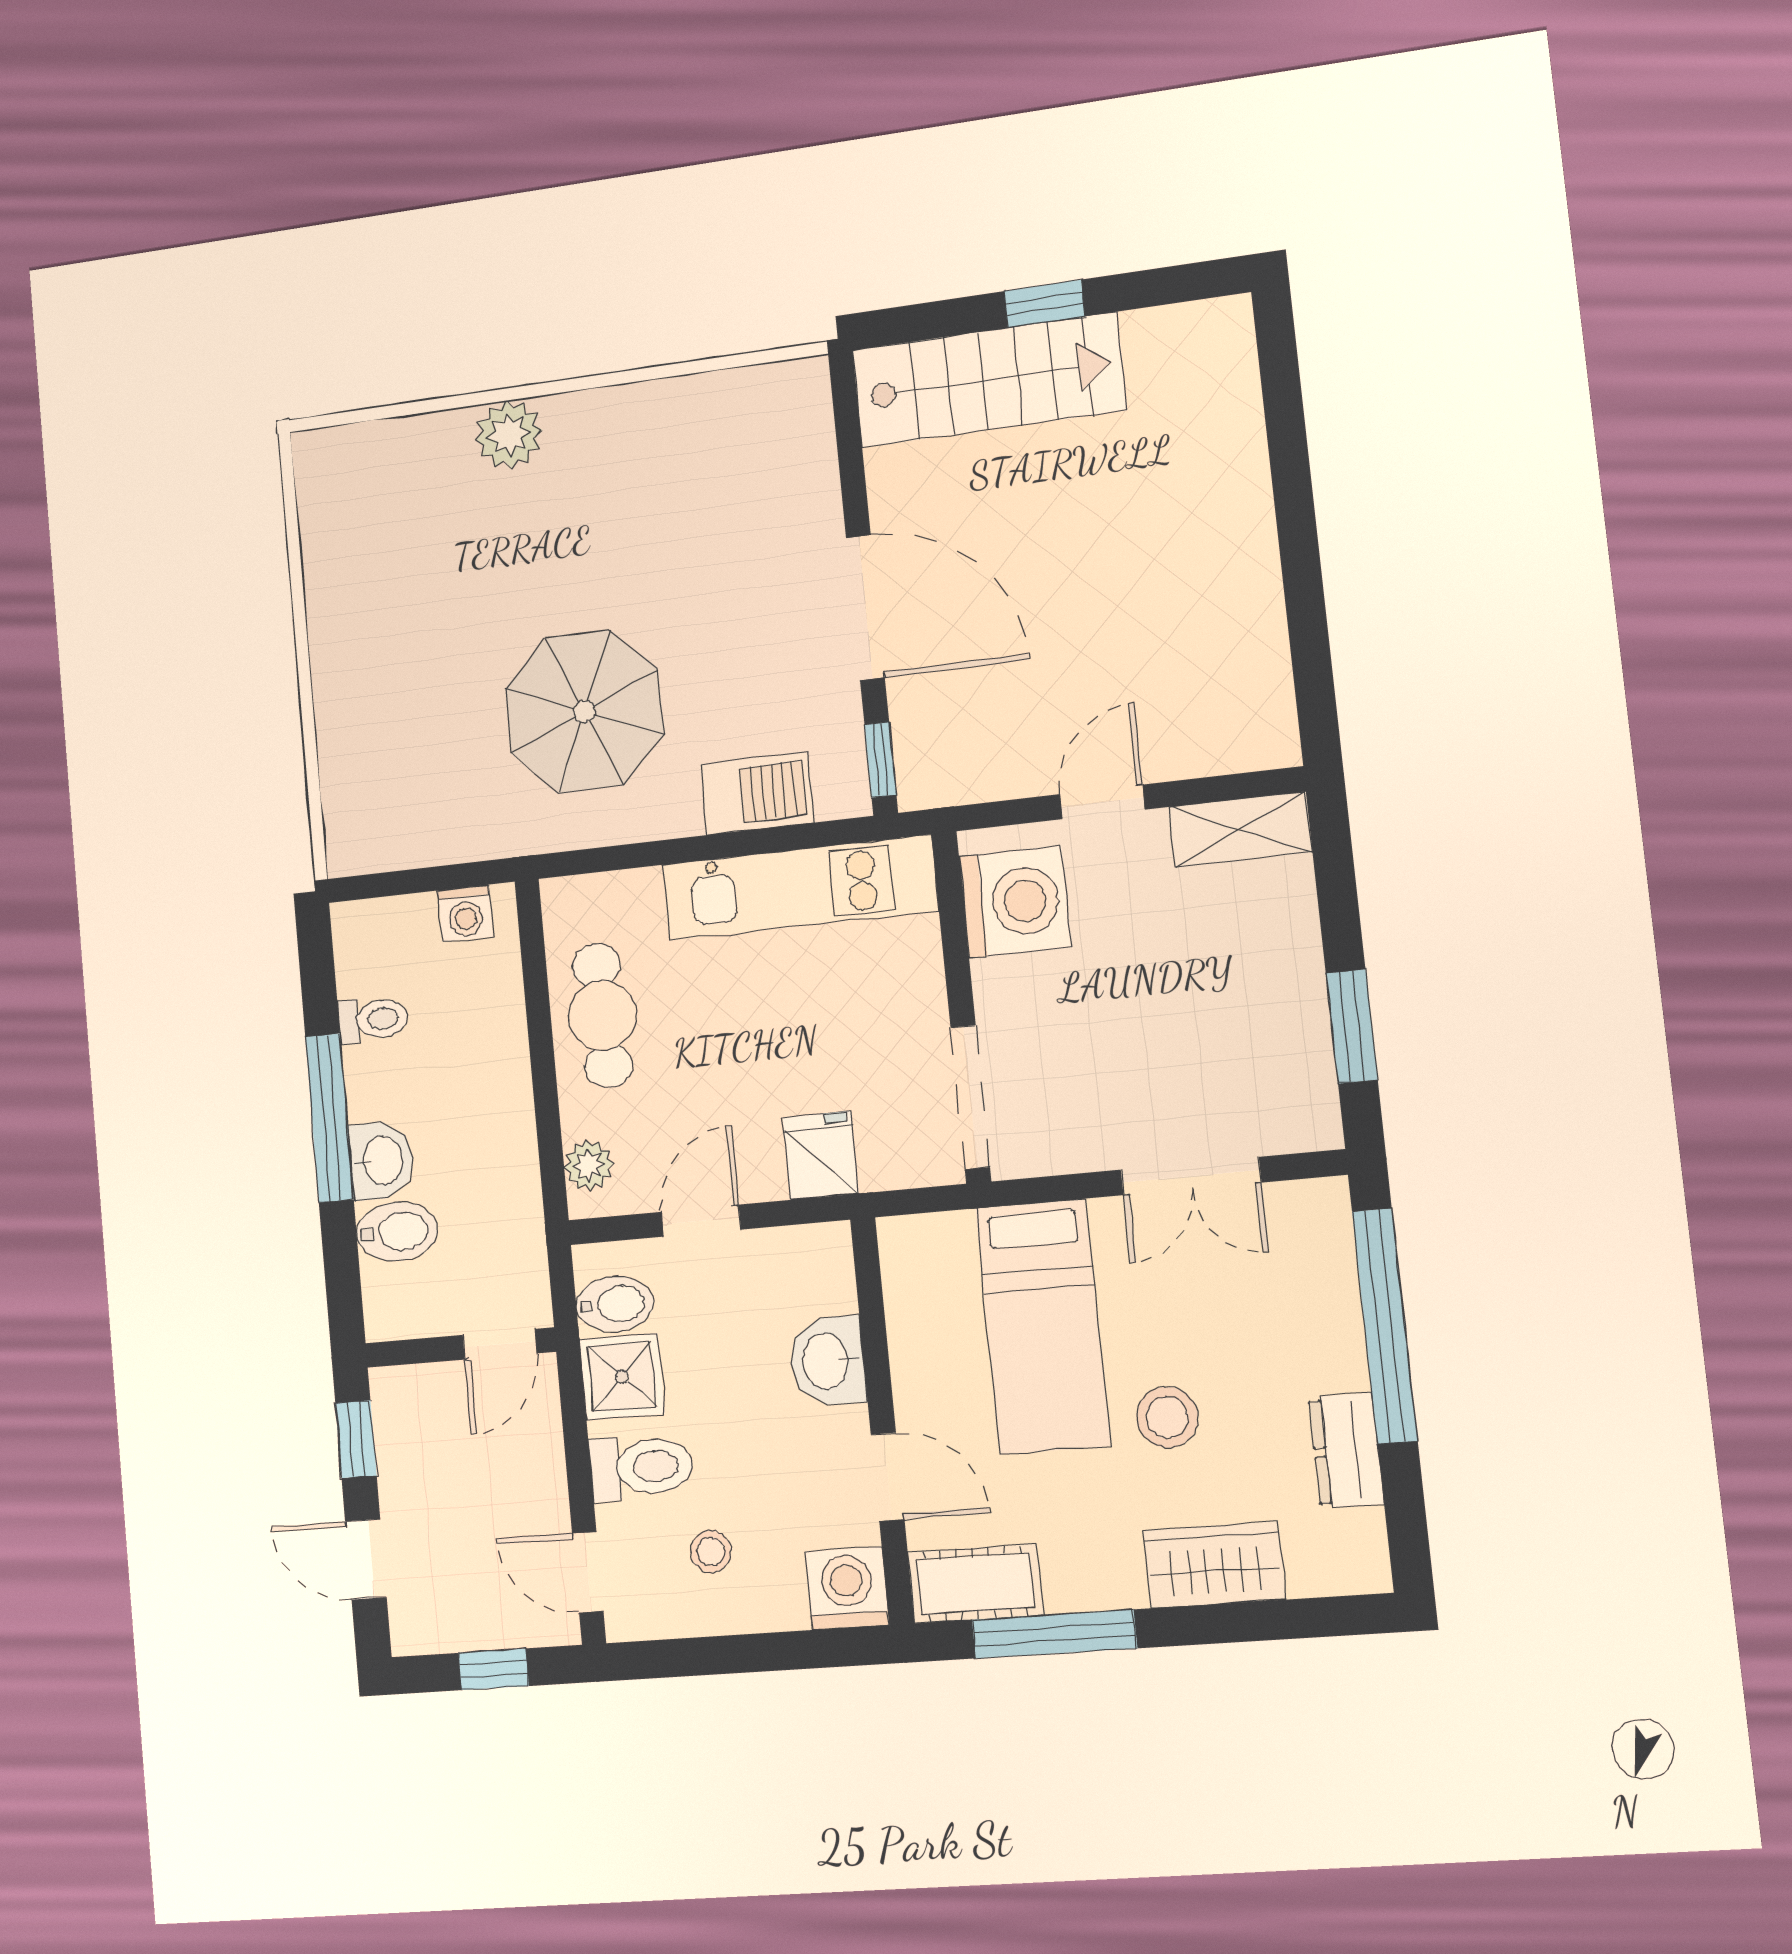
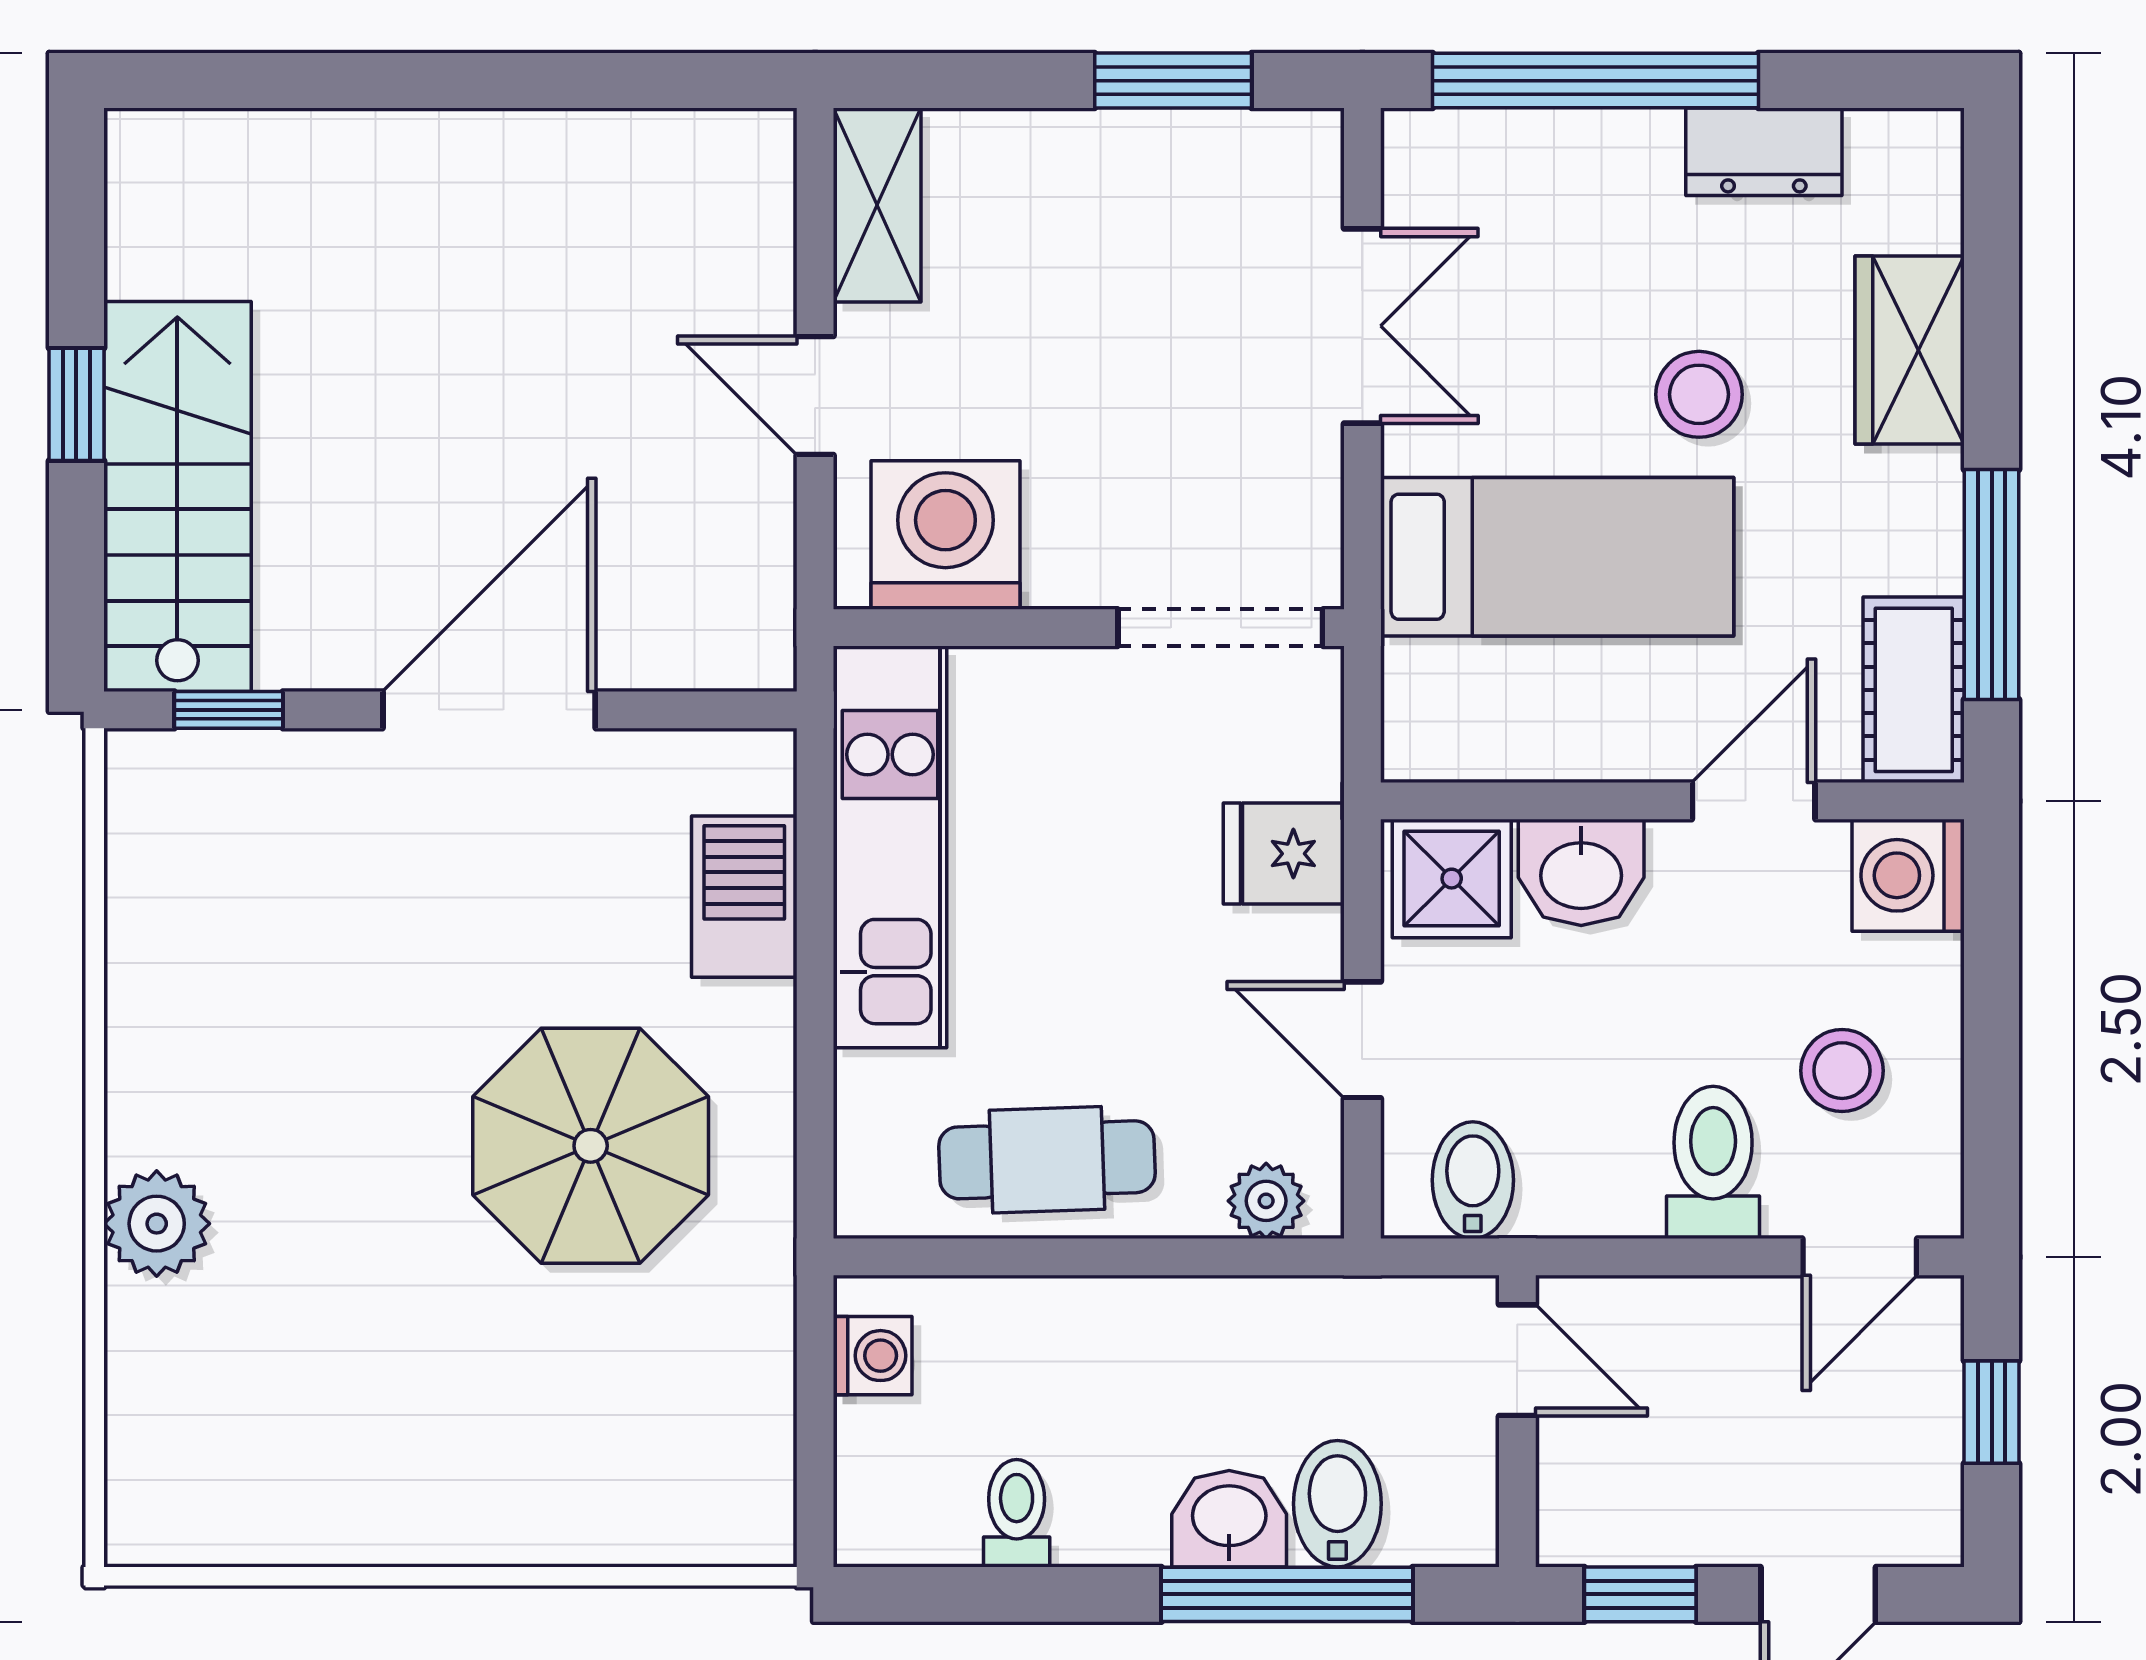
window: (880, 760) -> (229, 710), moved
window: (329, 1118) -> (1287, 1594), moved
shower: (622, 1377) -> (1452, 879), moved
stool: (711, 1551) -> (1842, 1071), width x1.37, depth x1.37

